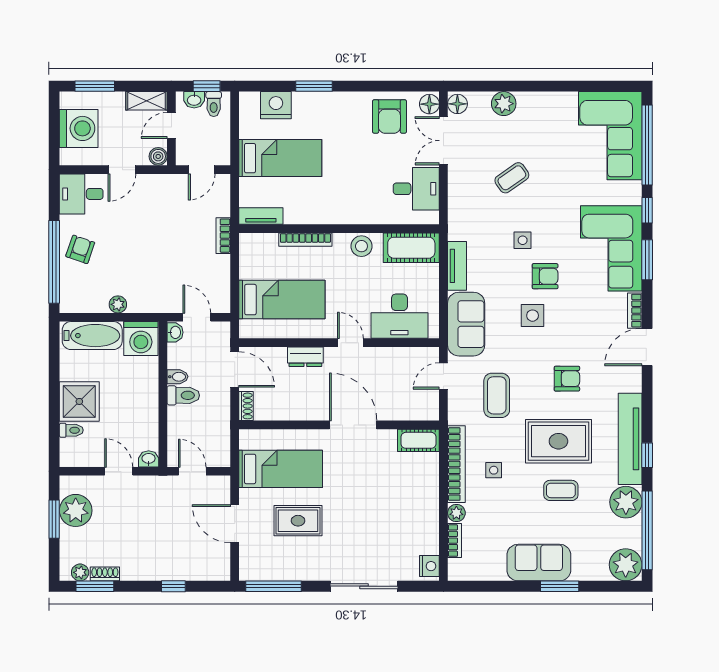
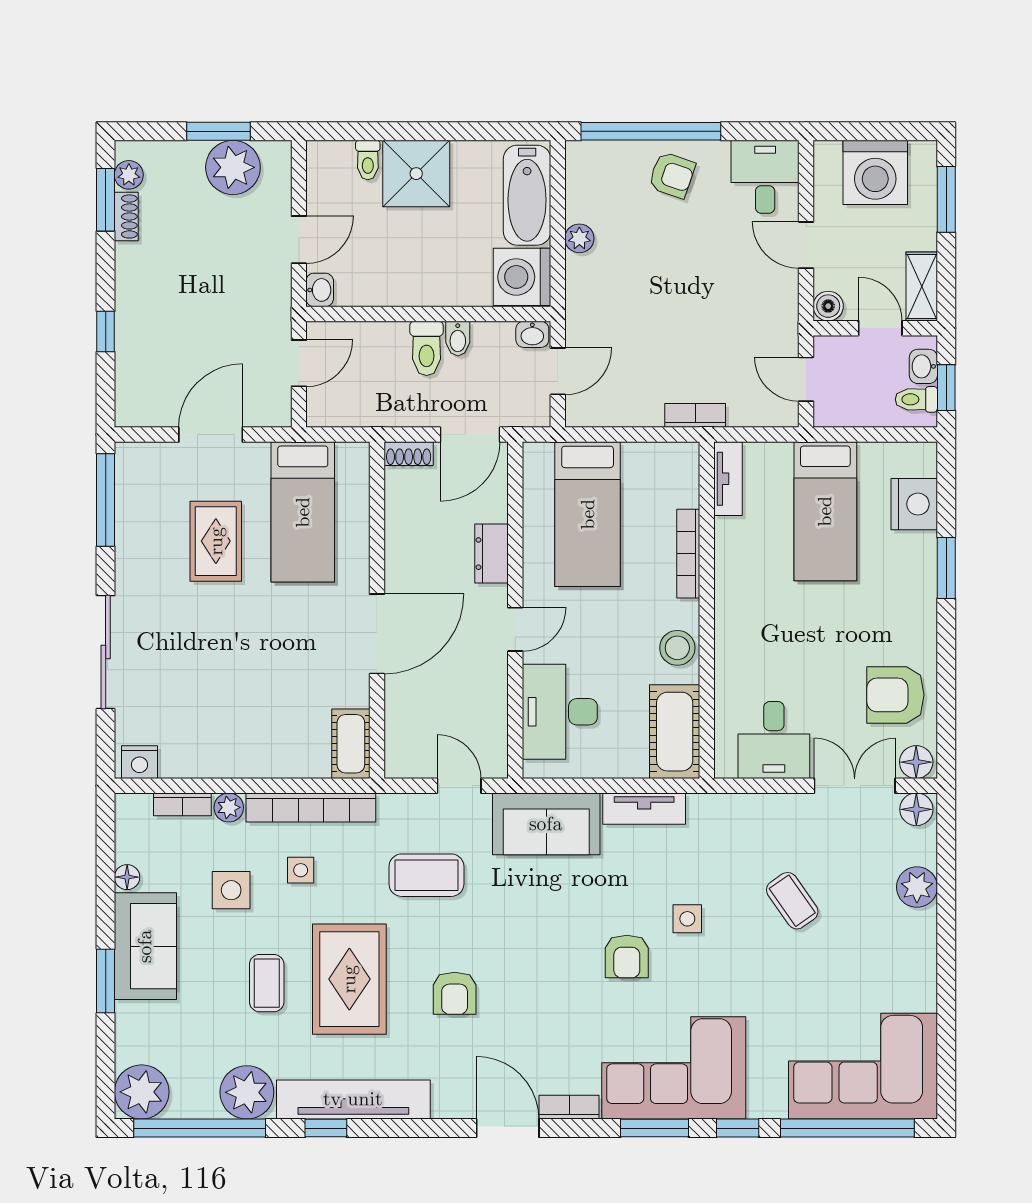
side table: (533, 316) -> (231, 890), moved
floor lamp: (498, 573) -> (127, 877), added

